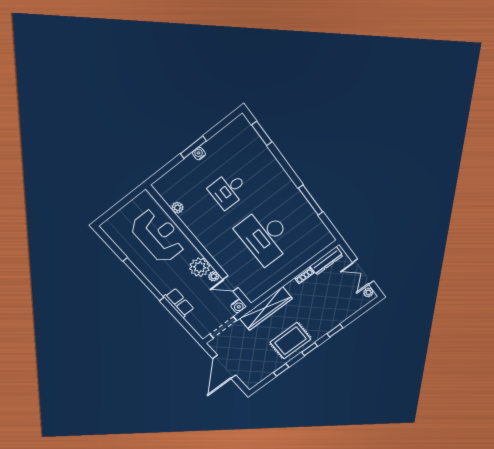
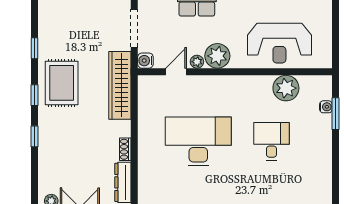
window: (193, 147) -> (335, 114), moved
water cooler: (199, 154) -> (326, 107), moved
plant: (177, 208) -> (286, 88), width x1.88, depth x1.88

